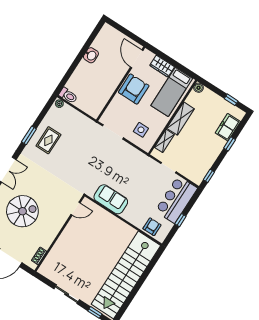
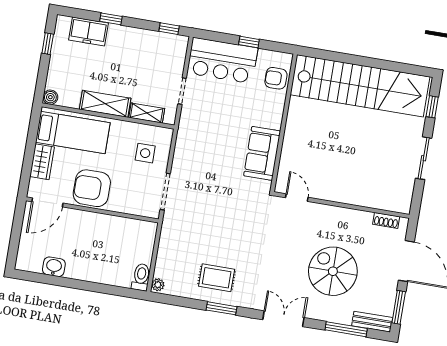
washbasin: (91, 55) -> (54, 267), moved

